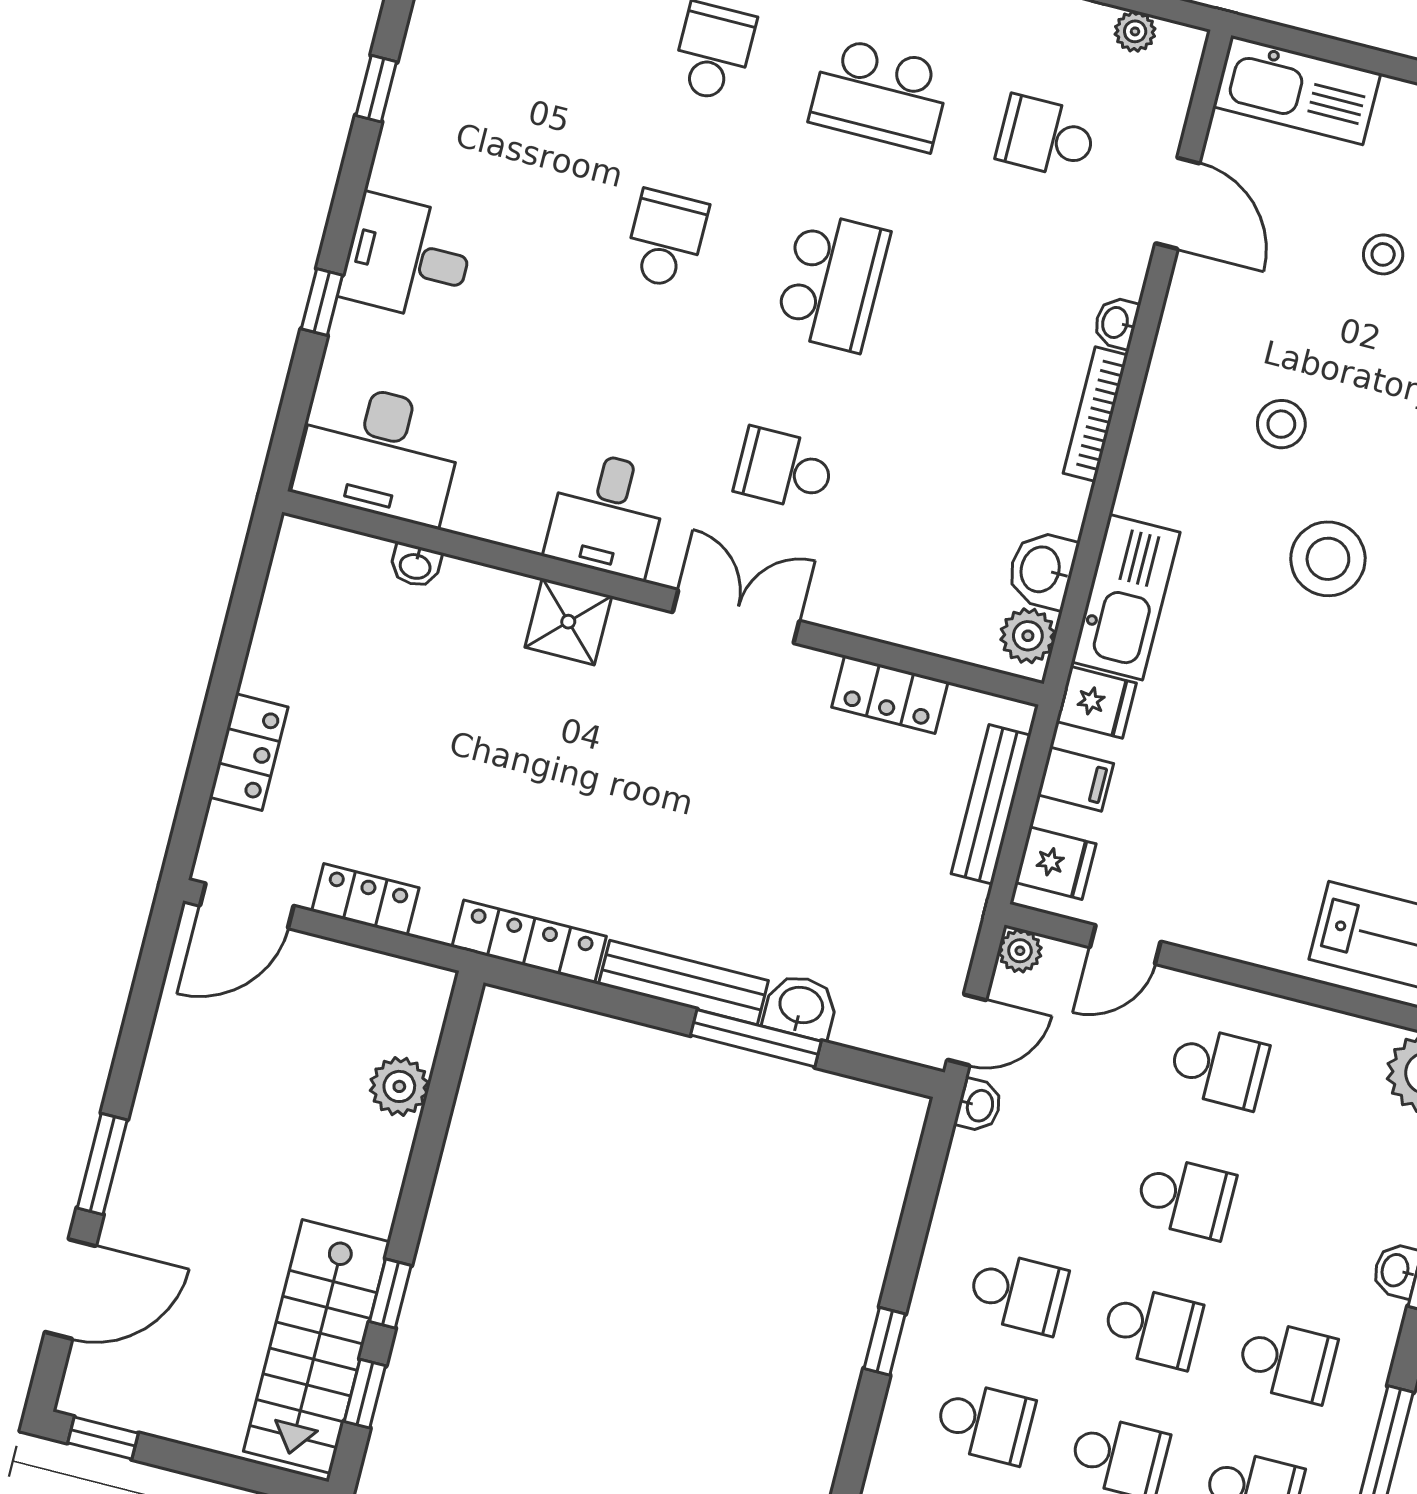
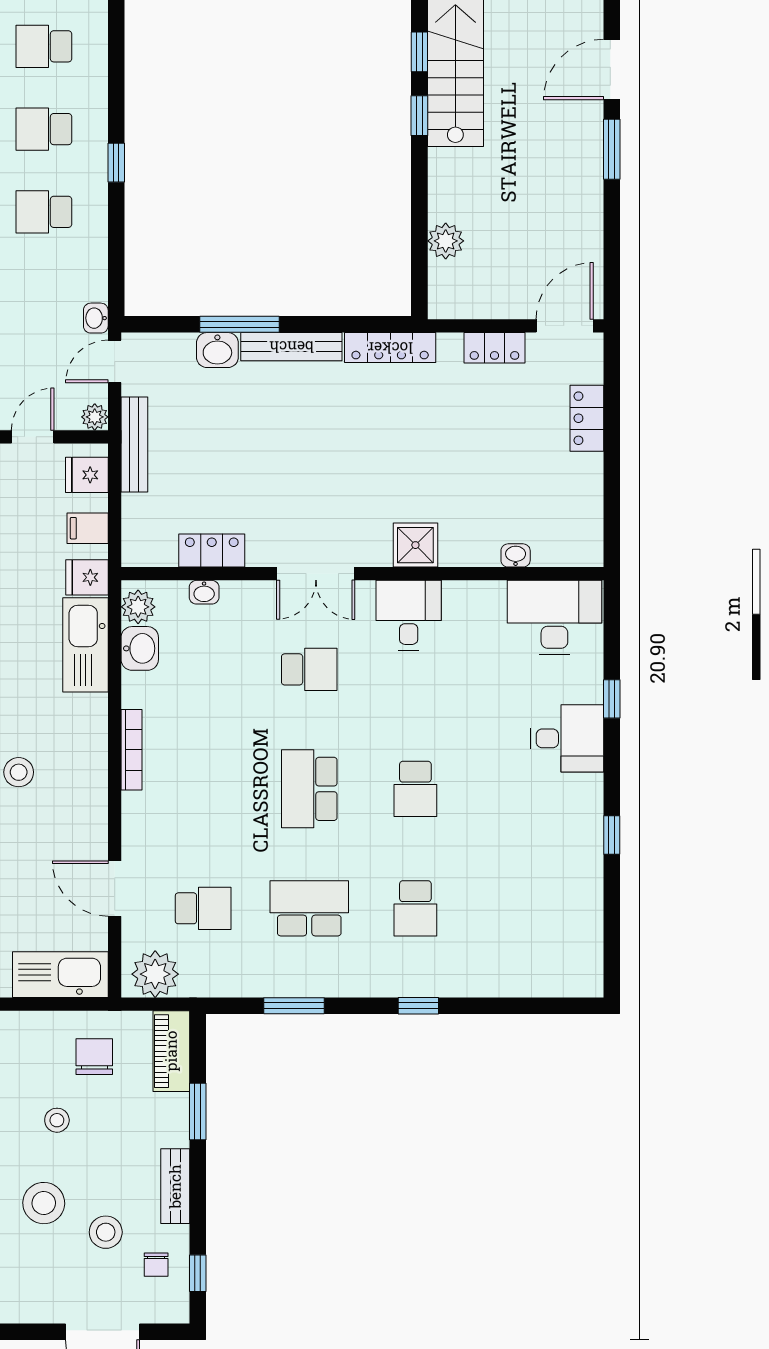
plant: (1135, 31) -> (155, 974), width x1.87, depth x1.87
washbasin: (1116, 323) -> (204, 592), moved, turned 90
bench: (991, 804) -> (134, 444), moved

